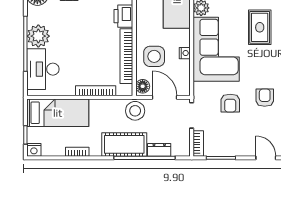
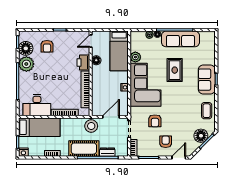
plant: (38, 36) -> (26, 64), moved
side table: (154, 56) -> (104, 90), removed
desk: (43, 69) -> (37, 105), moved, turned -90
floor lamp: (143, 86) -> (96, 60), moved
door: (165, 97) -> (111, 117), hinge flipped
armchair: (265, 98) -> (166, 142), moved
door: (266, 158) -> (179, 158), hinge flipped

